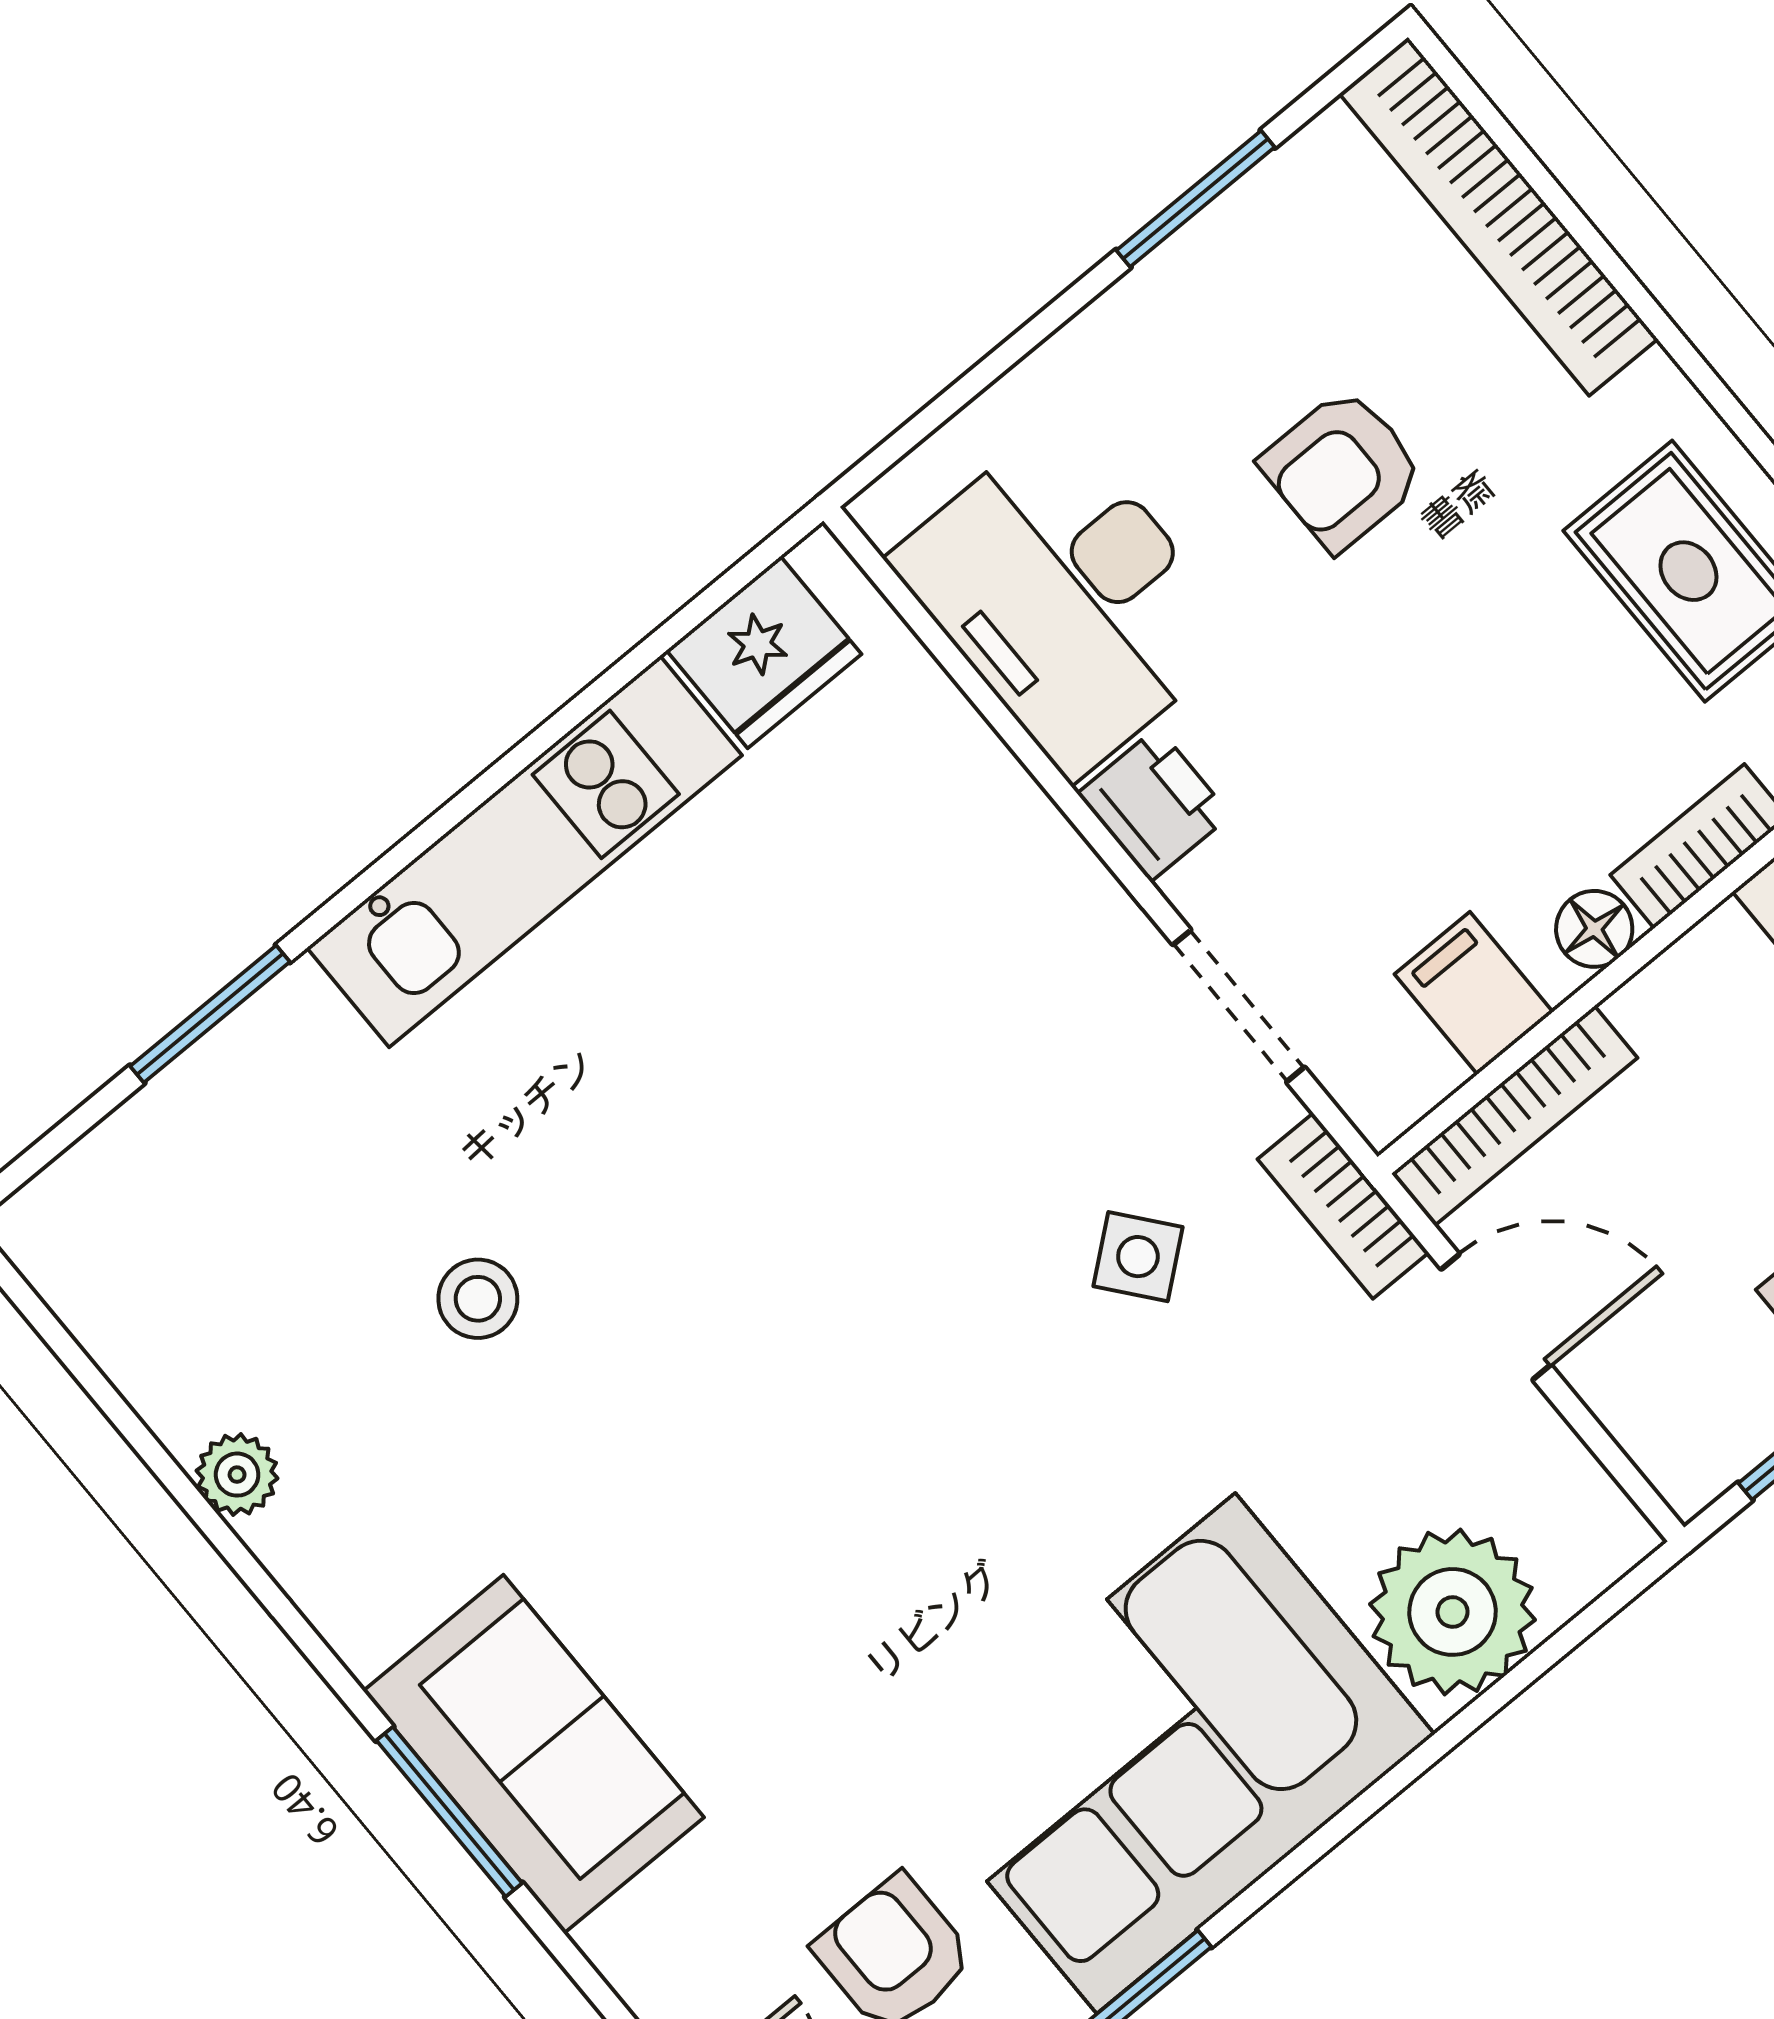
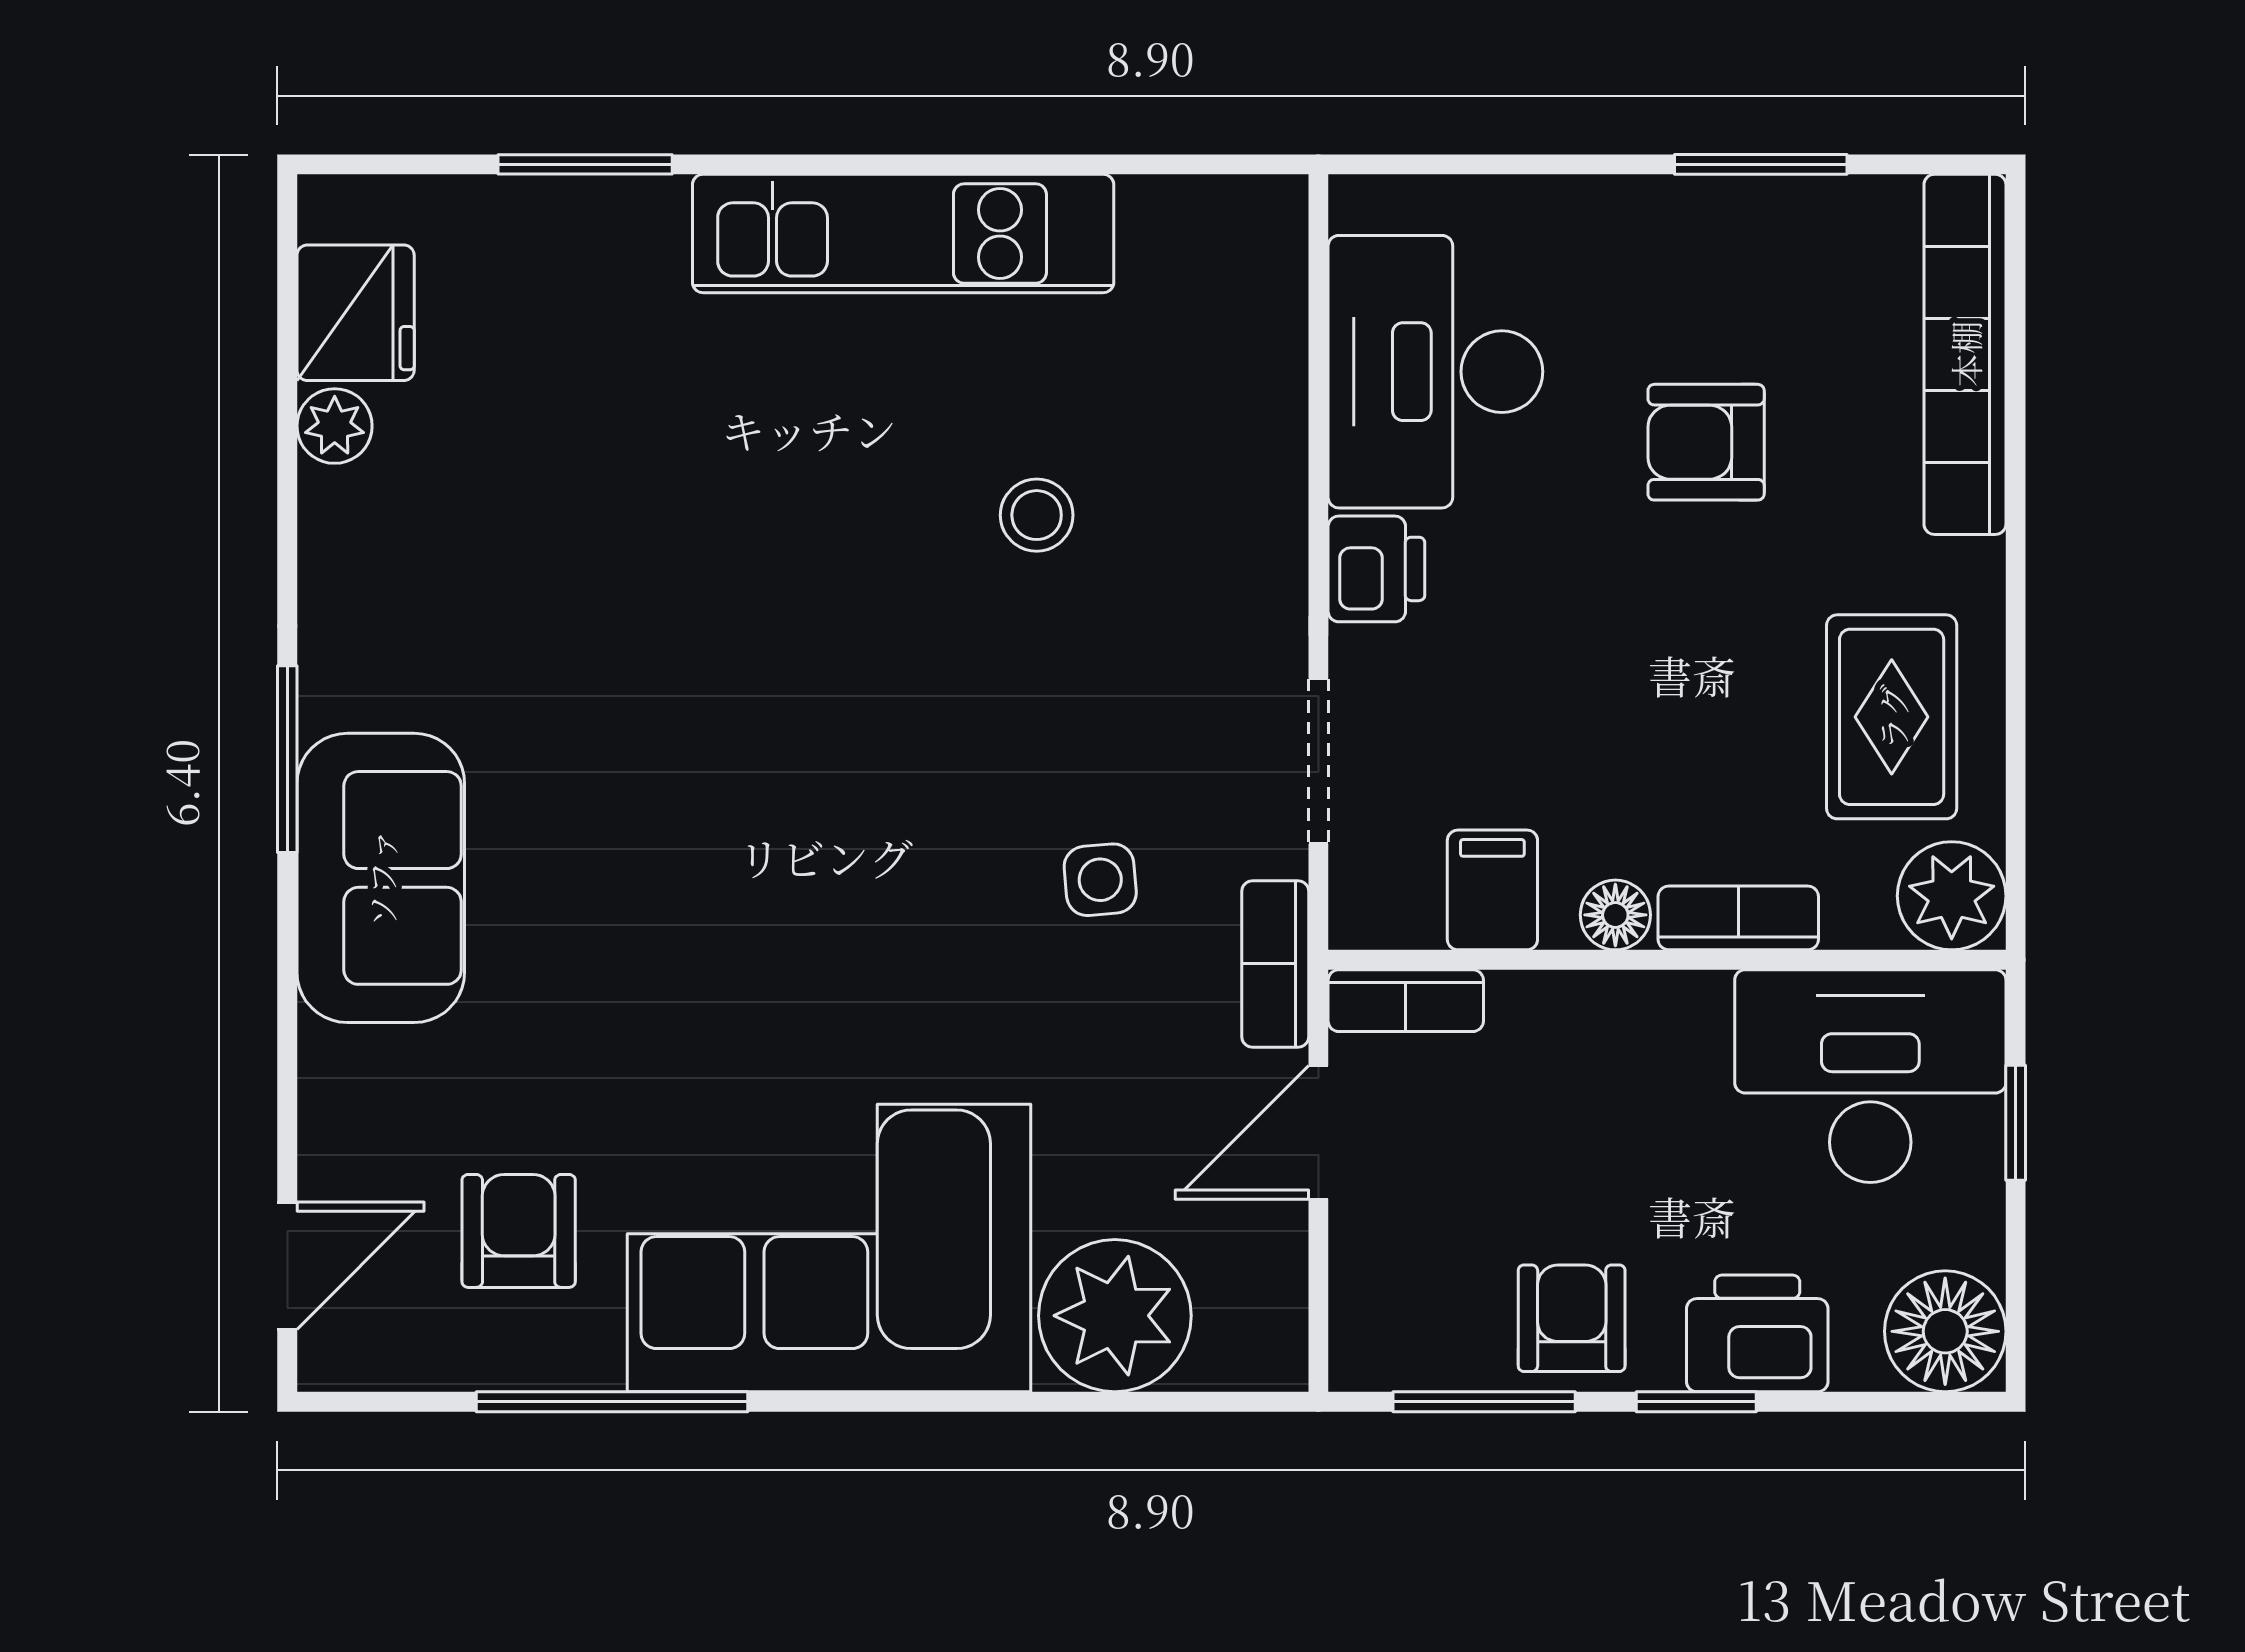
fridge: (764, 652) -> (356, 313), moved, turned -90
bookcase: (1515, 1116) -> (1406, 1001), width x0.64
side table: (1138, 1257) -> (1100, 880), turned 34
stool: (478, 1299) -> (1037, 515), moved
door: (1496, 1317) -> (1318, 1132), swing flipped
plant: (237, 1475) -> (335, 426), moved
window: (449, 1812) -> (287, 759), moved

